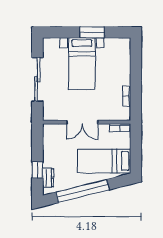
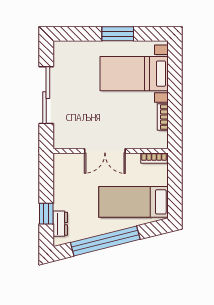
bed with nightstands: (82, 64) -> (134, 74), moved, turned 90

